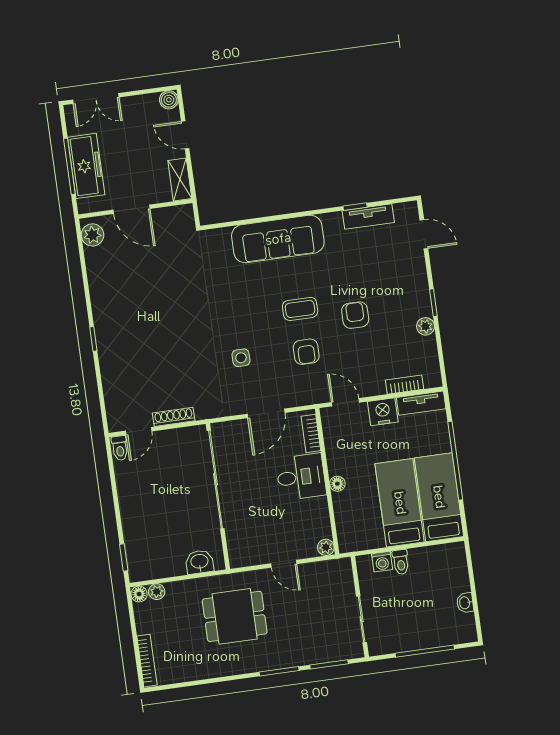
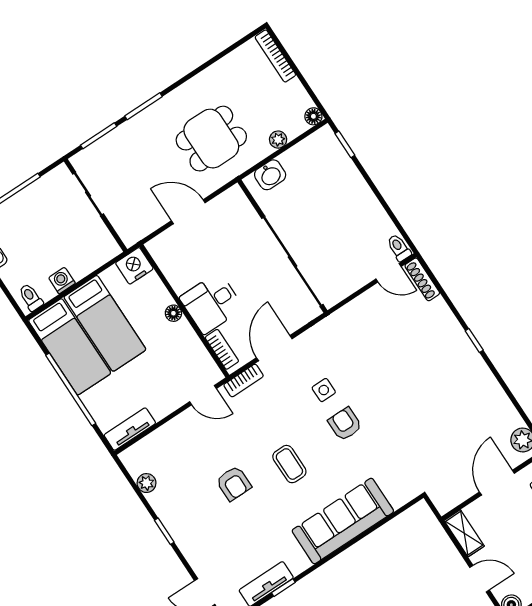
door: (132, 209) -> (497, 483), hinge flipped
coffee table: (300, 309) -> (289, 464), turned 90
plant: (426, 326) -> (146, 483), moved
armchair: (306, 352) -> (345, 424), moved
bookcase: (404, 385) -> (244, 380), moved
nightstand: (383, 412) -> (134, 266), moved, turned 180
shoe rack: (174, 417) -> (422, 279), moved, turned 90
door: (139, 431) -> (389, 273), swing flipped
plant: (326, 547) -> (155, 247), removed
washing machine: (382, 562) -> (62, 280), moved
toilet: (401, 562) -> (31, 297), moved
door: (284, 564) -> (188, 212), width x1.38
plant: (157, 592) -> (278, 140), moved

